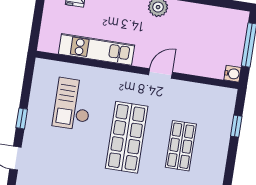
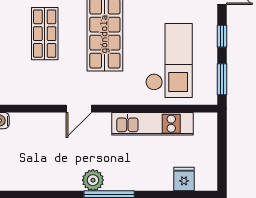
window: (28, 80) -> (222, 79), added
checkout: (73, 104) -> (169, 60), width x1.36, depth x1.21

